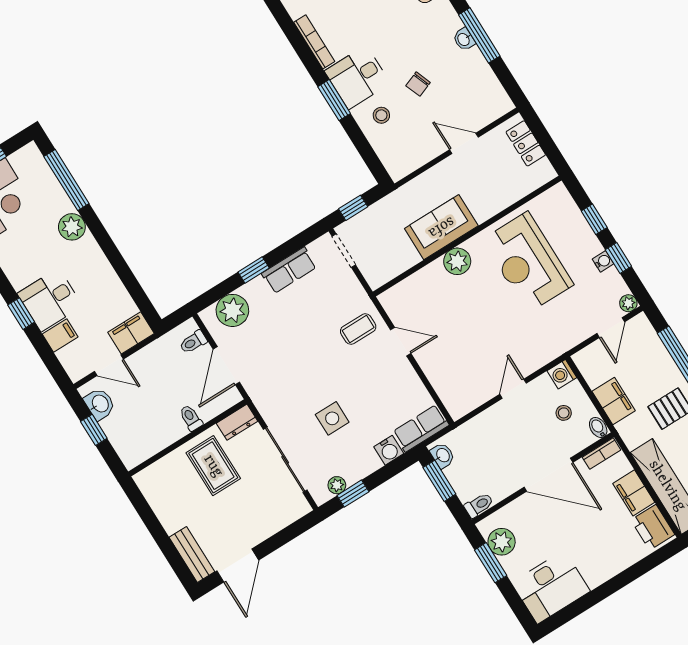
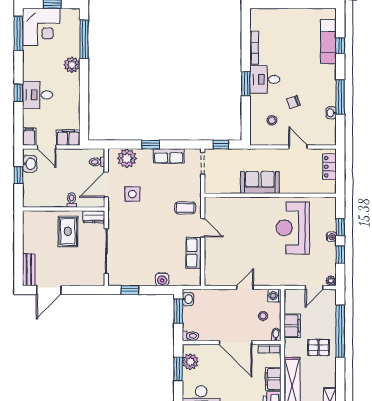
washbasin: (464, 39) -> (331, 113), moved
stool: (381, 115) -> (272, 120), moved
plant: (457, 261) -> (257, 205), removed
water cooler: (603, 261) -> (331, 237), moved
filing cabinet: (60, 336) -> (29, 137), moved, turned -90
side table: (332, 418) -> (132, 194), moved
row of seats: (421, 428) -> (194, 253), moved, turned -90
plant: (337, 485) -> (125, 281), removed

